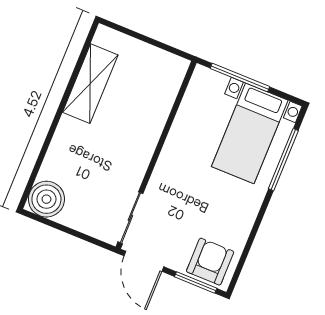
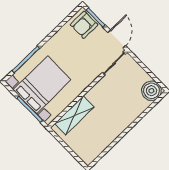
shelving: (90, 84) -> (74, 115), moved
bed with nightstands: (250, 133) -> (42, 85), width x1.36

